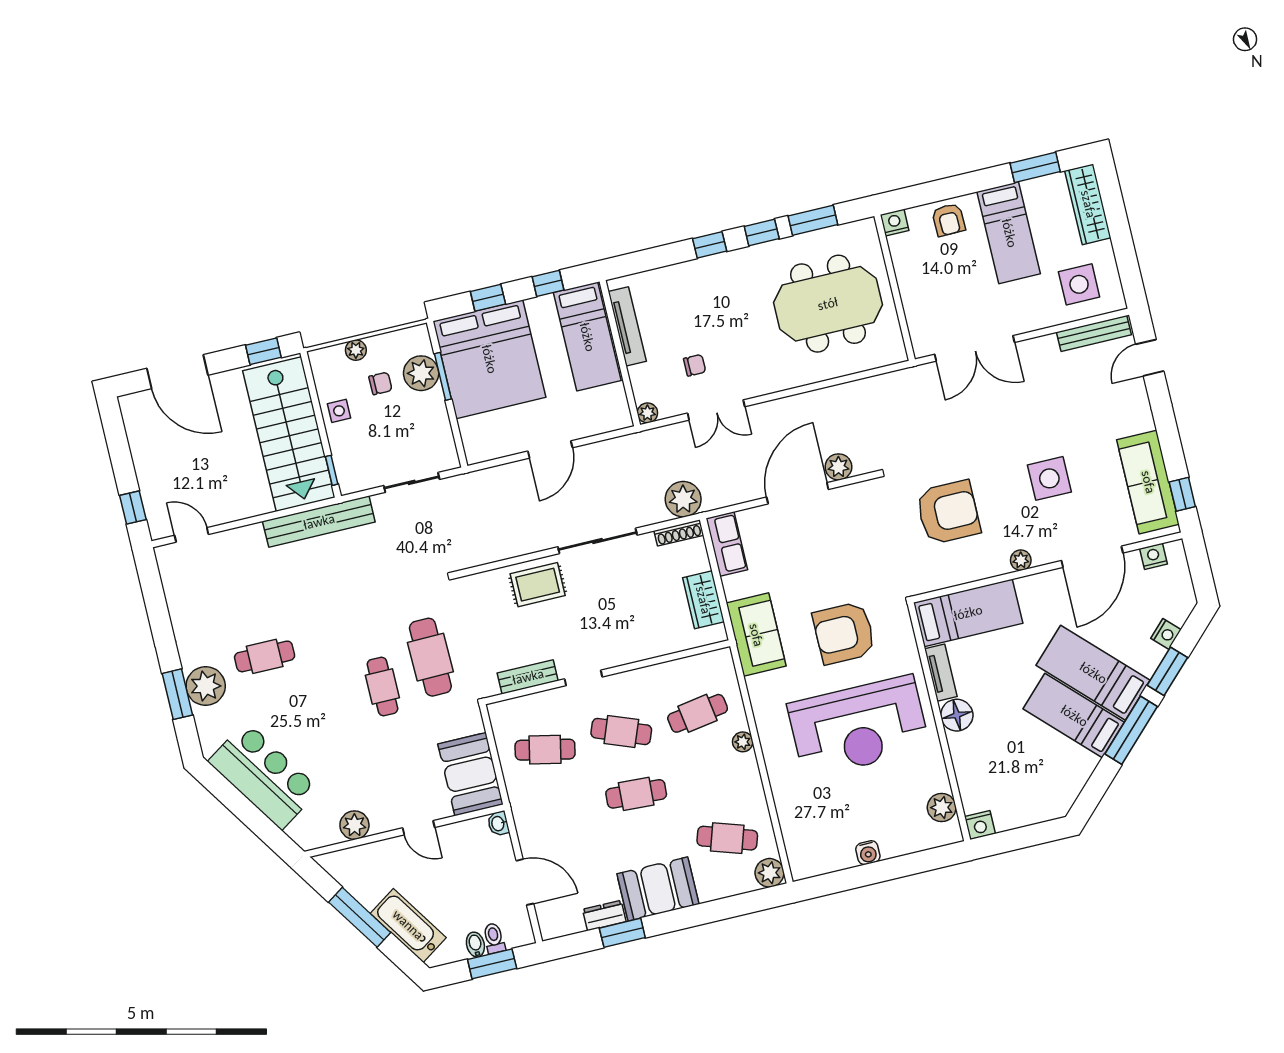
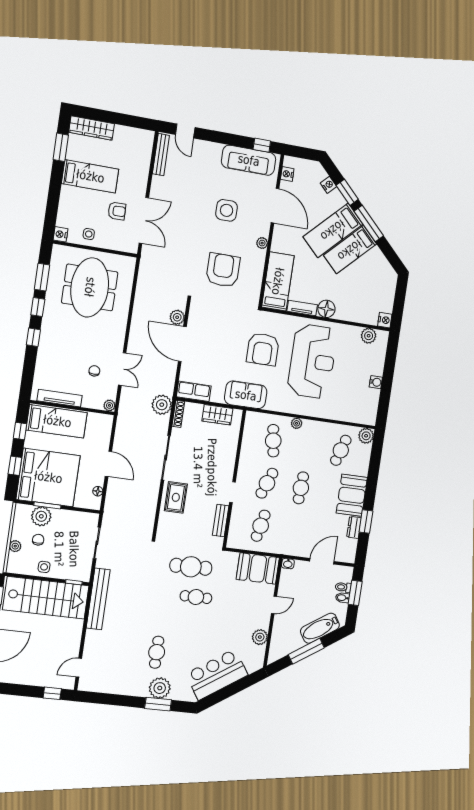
armchair: (949, 220) -> (117, 211), moved
side table: (1079, 284) -> (89, 234), moved, width x0.54, depth x0.54
floor lamp: (498, 450) -> (98, 491), added

